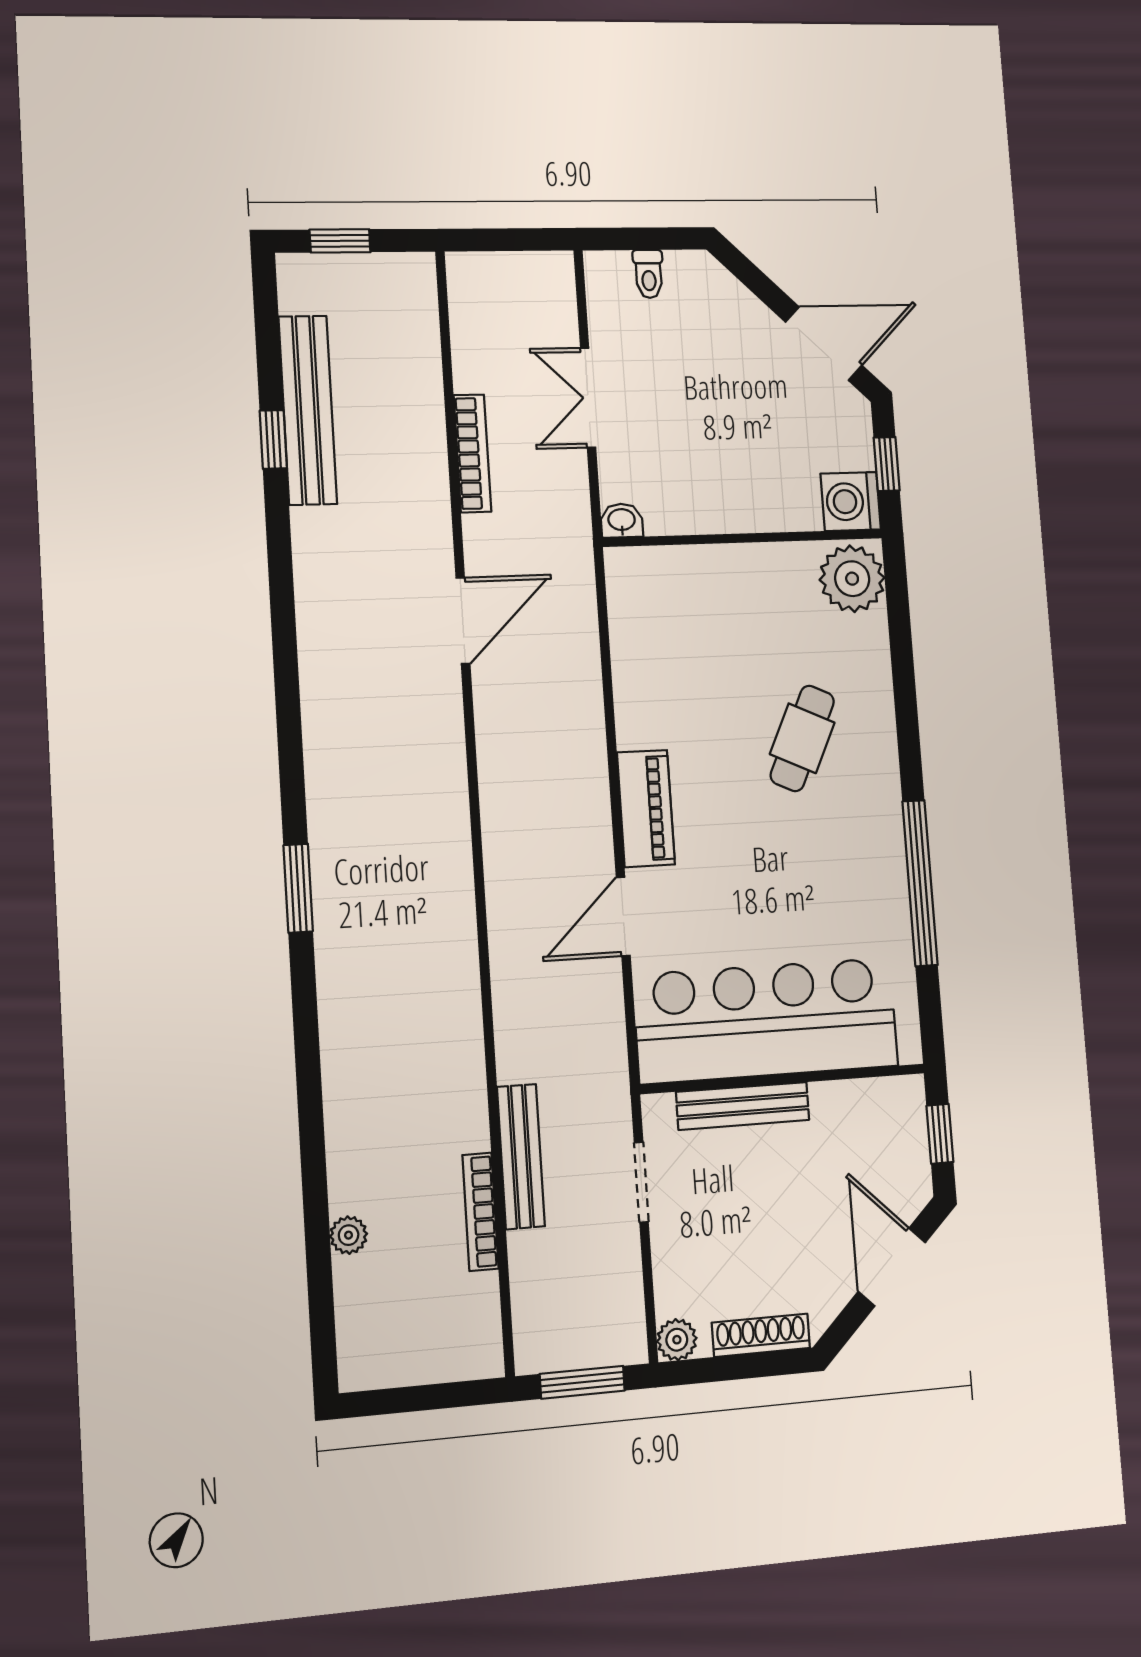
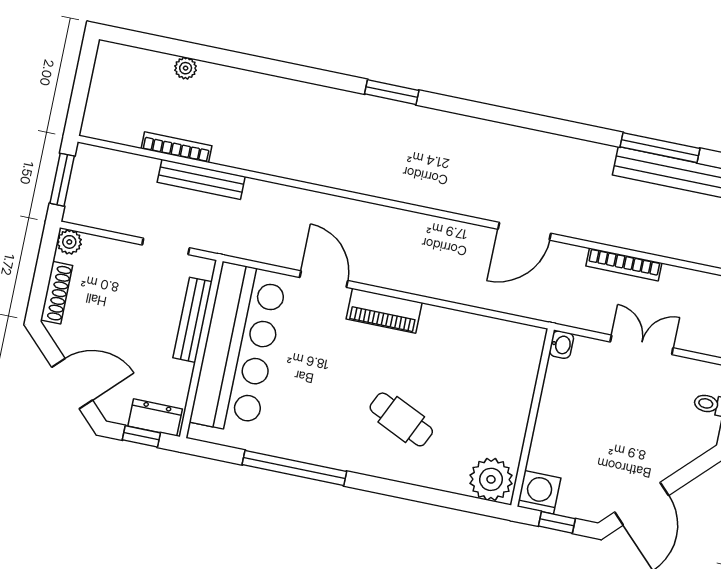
window: (273, 439) -> (660, 148), width x2.17
door: (463, 621) -> (524, 231), hinge flipped
dresser: (906, 1121) -> (155, 417), added

